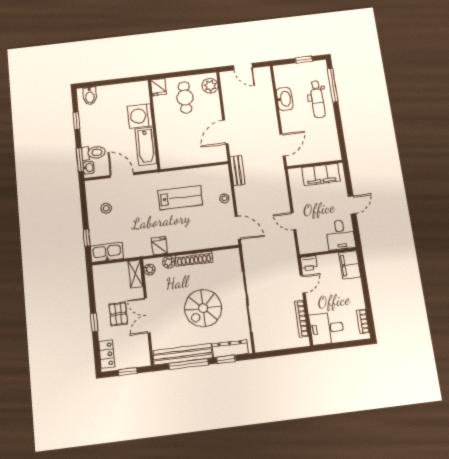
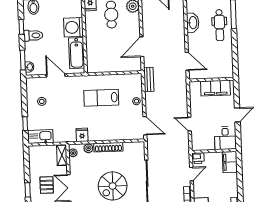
door: (283, 145) -> (187, 61), hinge flipped
toilet: (94, 153) -> (33, 35), moved
lab bench: (180, 198) -> (101, 98), turned 180

